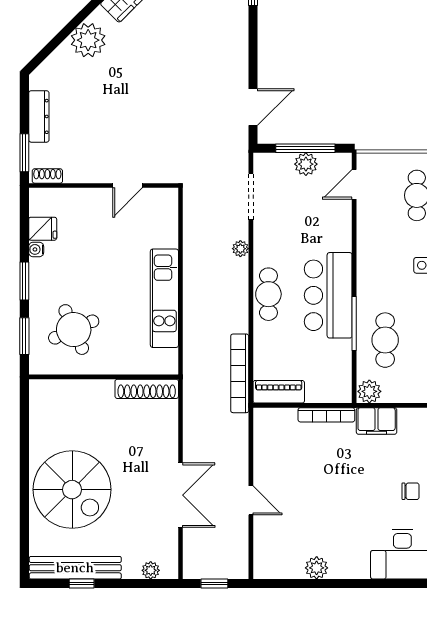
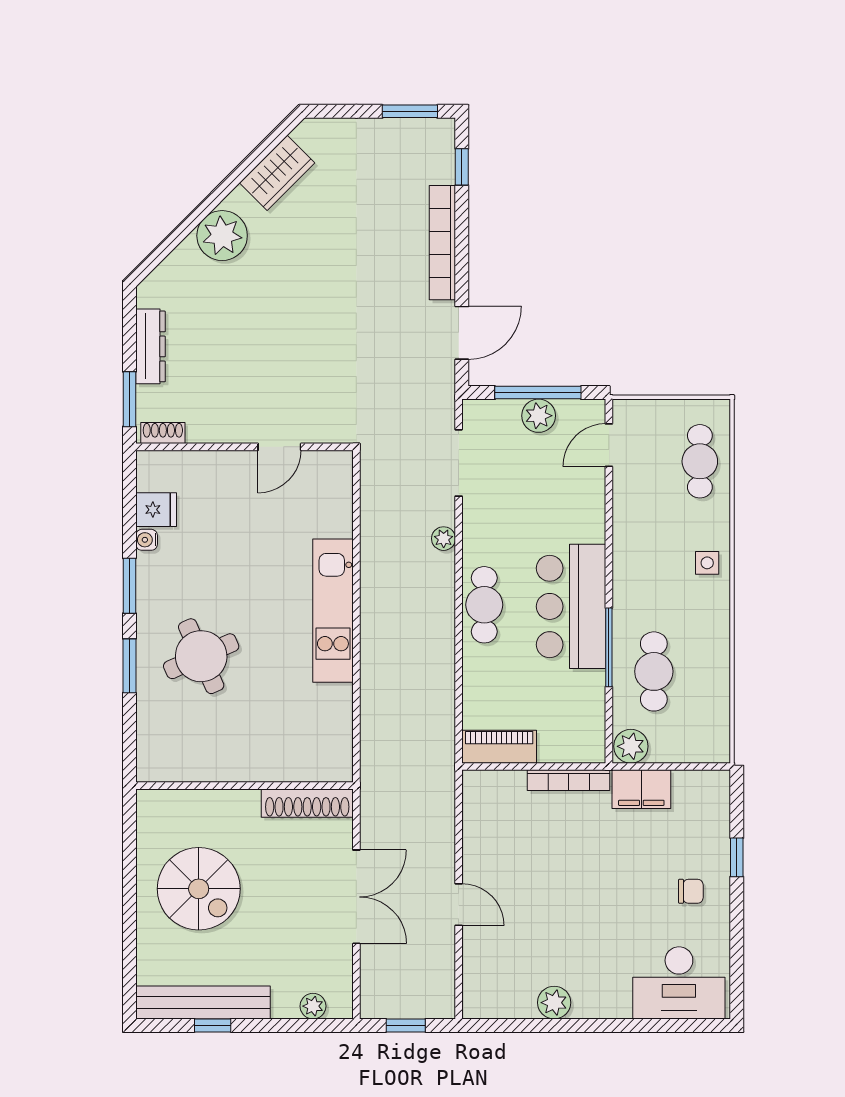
bookcase: (240, 373) -> (442, 243), moved
wall: (104, 377) -> (245, 786), moved
shoe rack: (147, 389) -> (307, 803), moved
spiral stairs: (72, 490) -> (199, 889), width x0.73, depth x0.73

